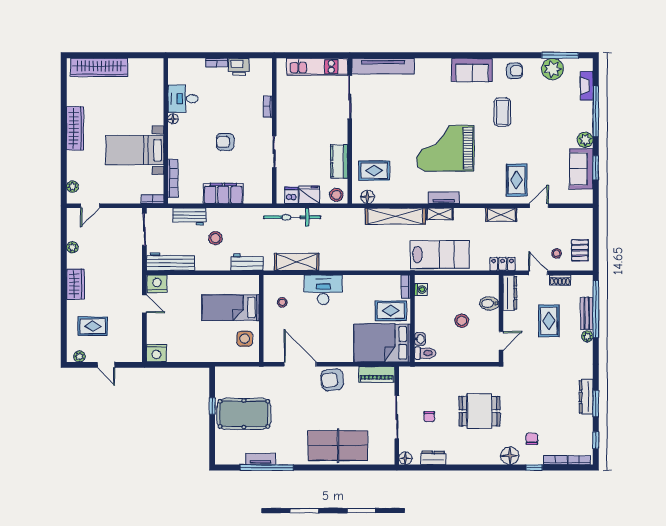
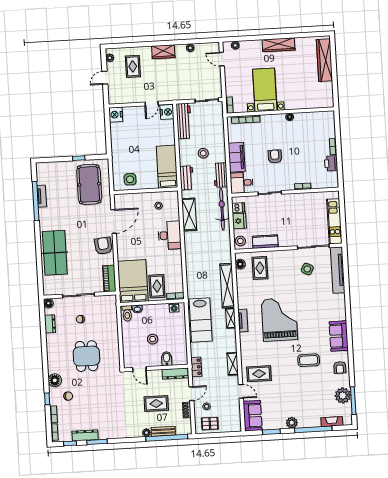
desk: (183, 99) -> (242, 183), moved, turned -90
side table: (379, 107) -> (307, 269), added
sofa: (581, 169) -> (253, 416), moved, turned 90
workbench: (189, 216) -> (221, 175), moved
bed: (231, 308) -> (167, 167), moved
dresser: (586, 397) -> (85, 435), moved
pool table: (244, 414) -> (89, 184), moved

